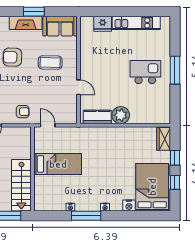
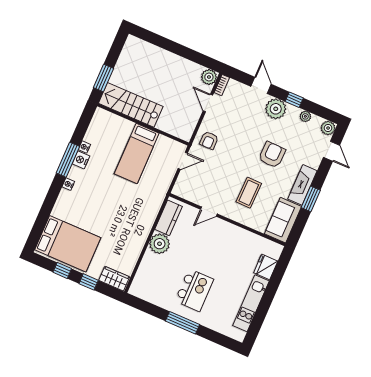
nightstand: (129, 206) -> (81, 160), moved

